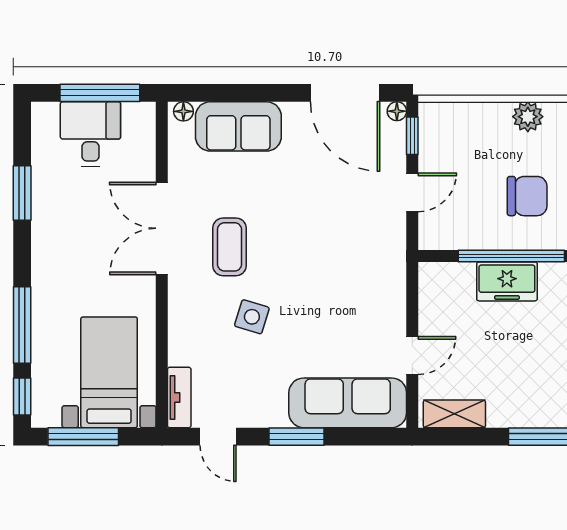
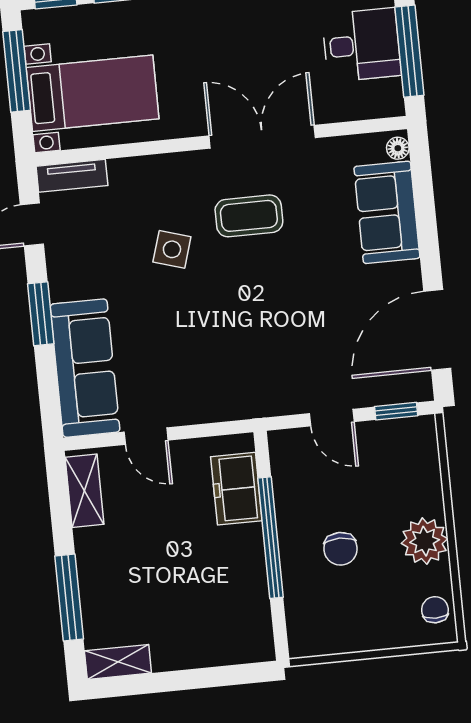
floor lamp: (397, 111) -> (422, 391), removed
plant: (528, 117) -> (425, 541), width x1.36, depth x1.36
chair: (527, 196) -> (341, 549), width x0.73, depth x0.73
freezer: (507, 281) -> (236, 489), moved

